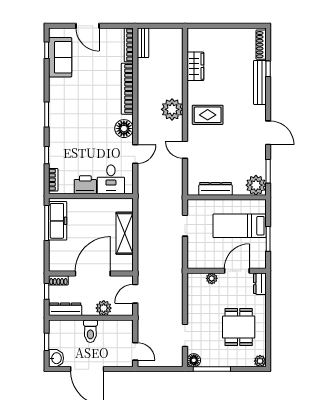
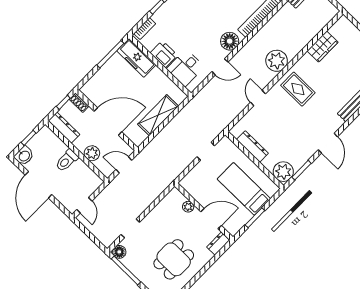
freezer: (58, 221) -> (136, 58), moved, turned 90

